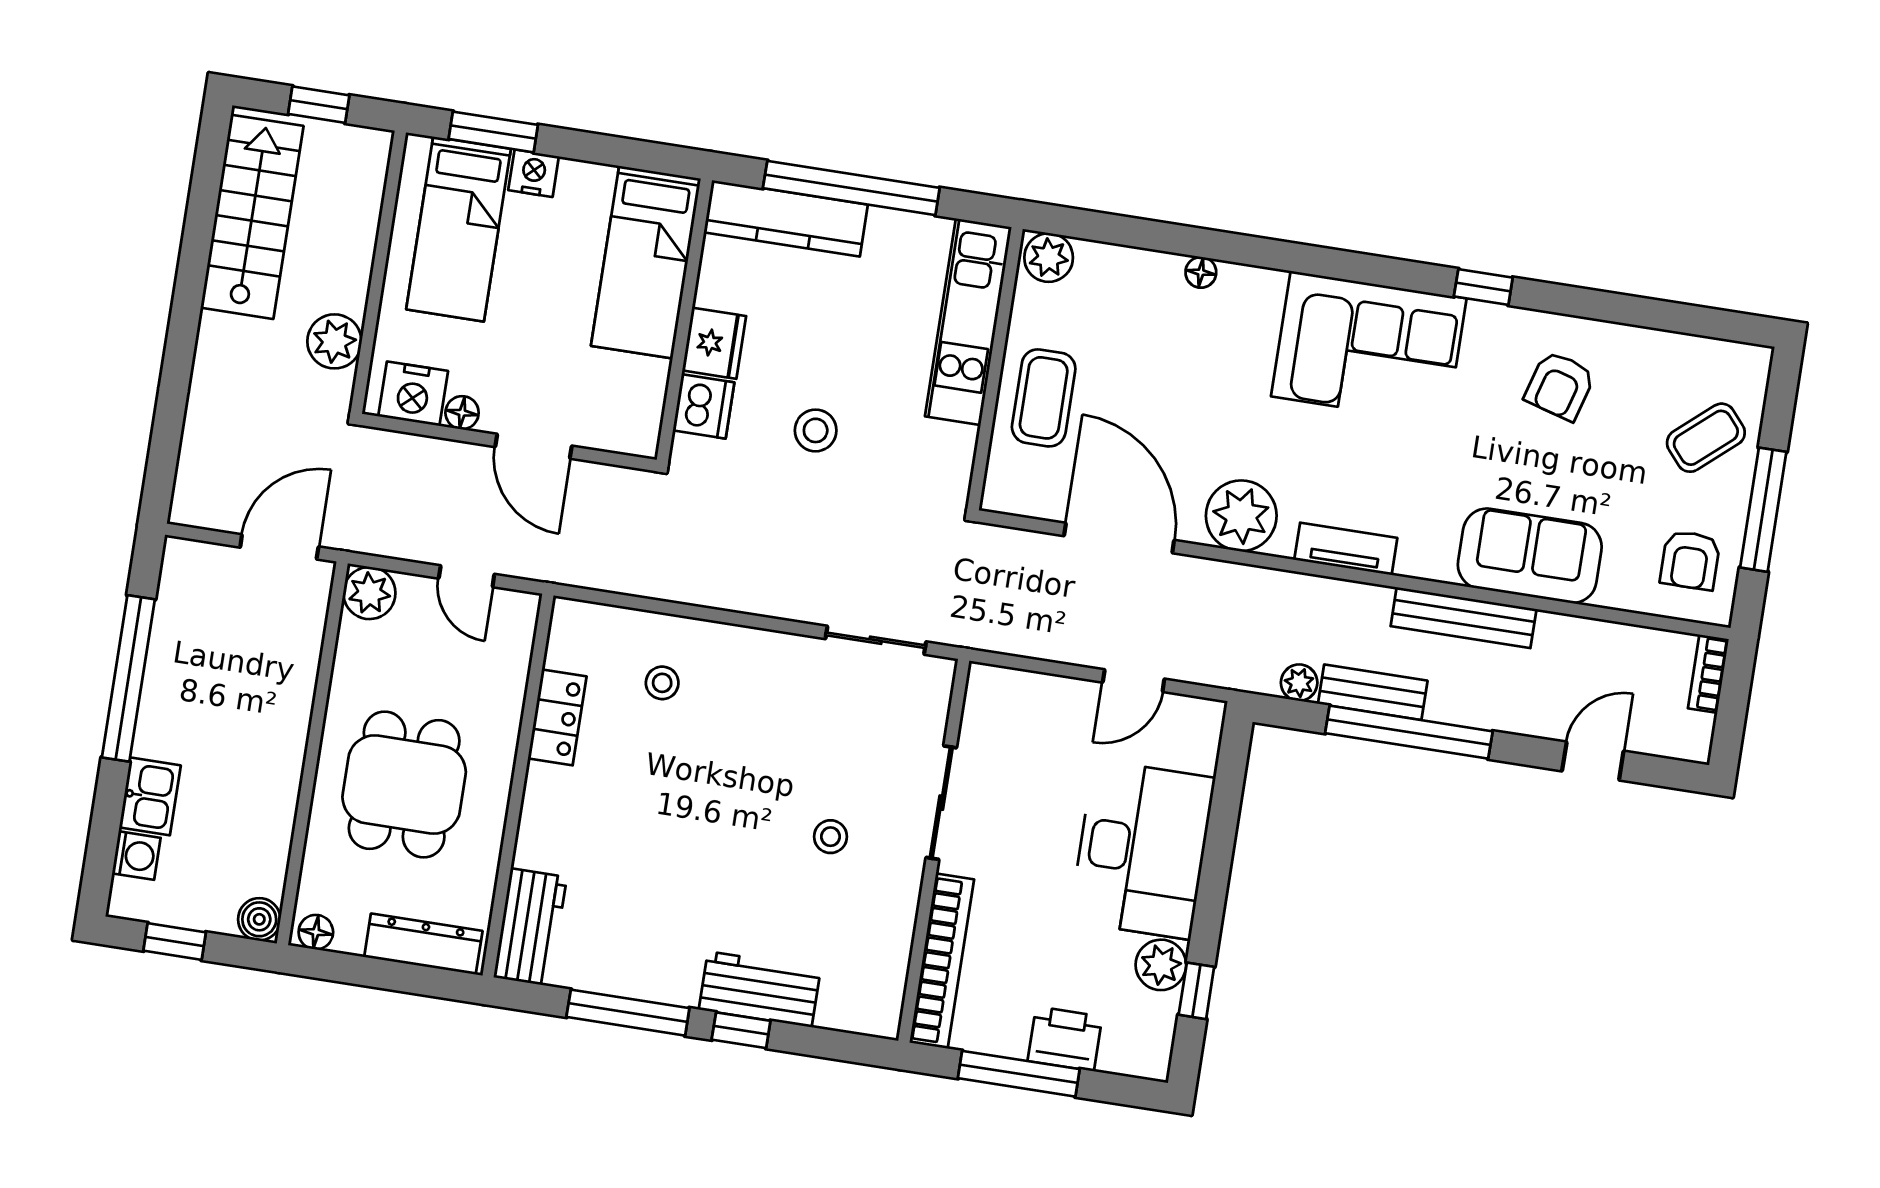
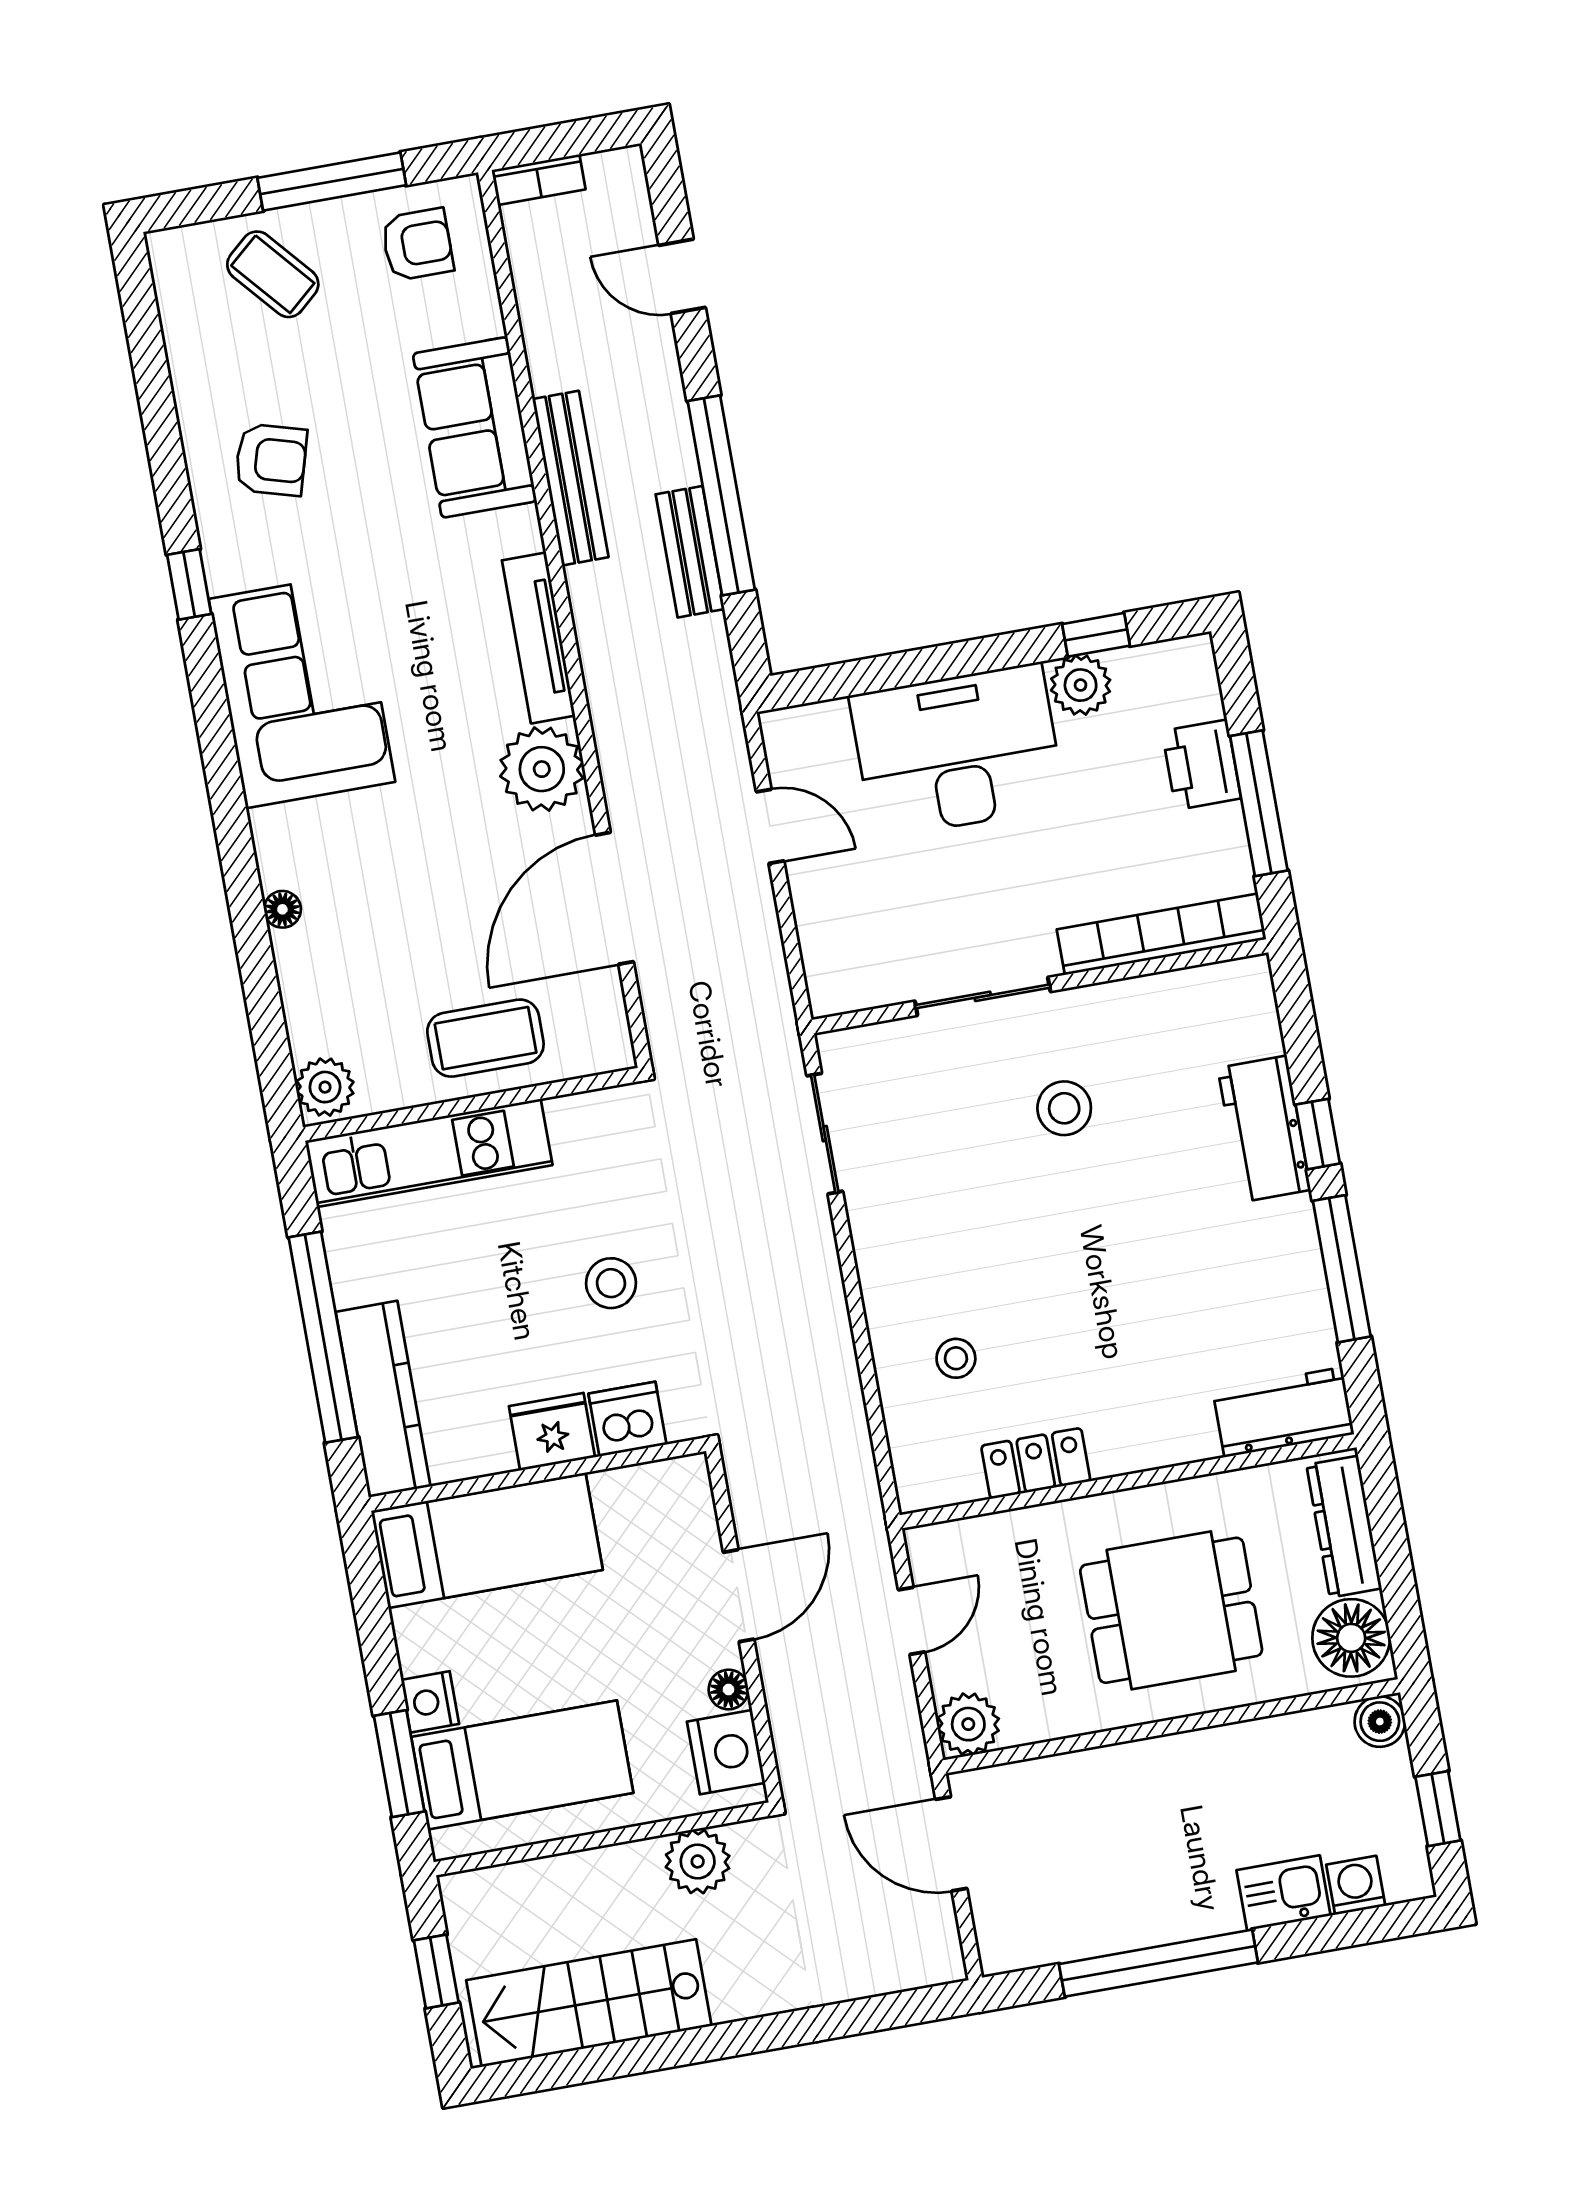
tv unit: (1346, 549) -> (538, 638), width x1.41
plant: (1299, 683) -> (708, 639), removed
stool: (831, 837) -> (1064, 1108), width x1.37, depth x1.37
floor lamp: (316, 932) -> (1351, 1638), width x1.89, depth x1.89

